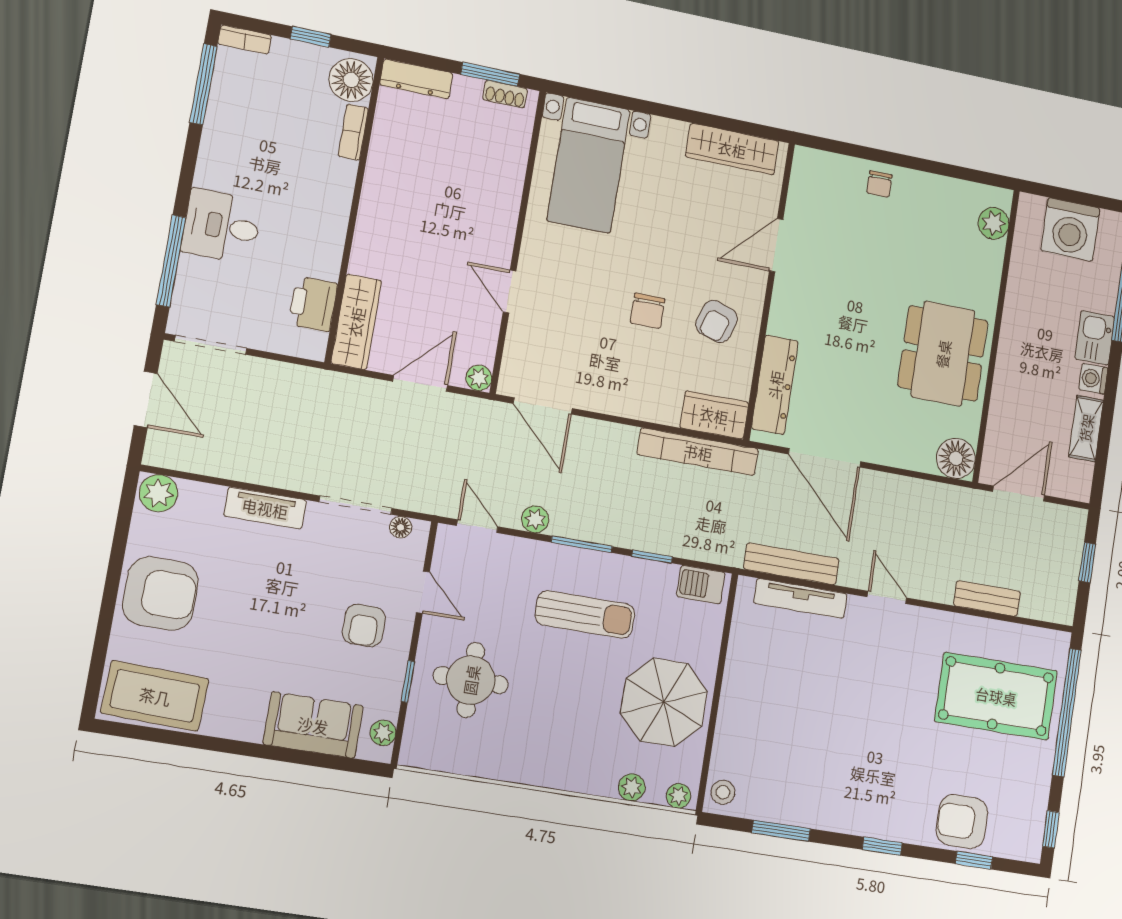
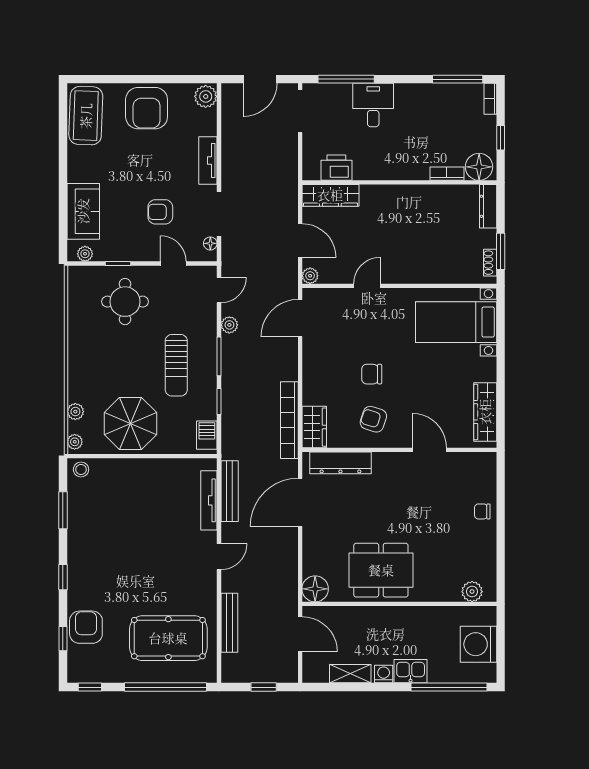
door: (423, 592) -> (173, 264), swing flipped
bench: (987, 598) -> (229, 623), width x1.36
armchair: (364, 625) -> (160, 212), moved
pool table: (996, 696) -> (168, 638), turned 90

